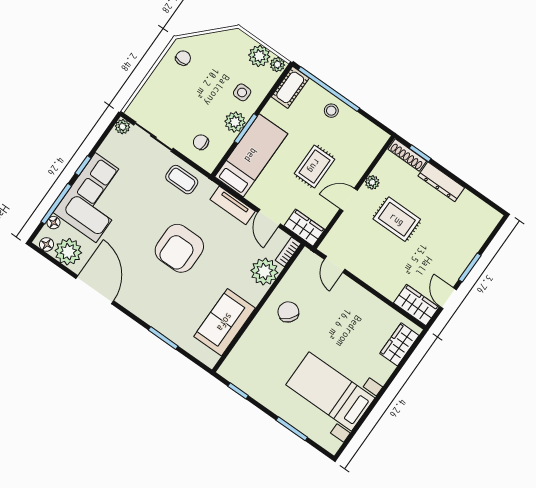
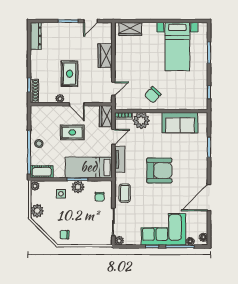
plant: (259, 56) -> (37, 211), moved
dresser: (441, 182) -> (36, 36), moved
plant: (68, 252) -> (199, 224), removed
wardrobe: (416, 305) -> (105, 56), moved

